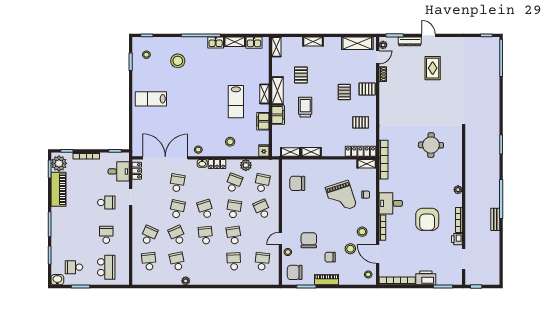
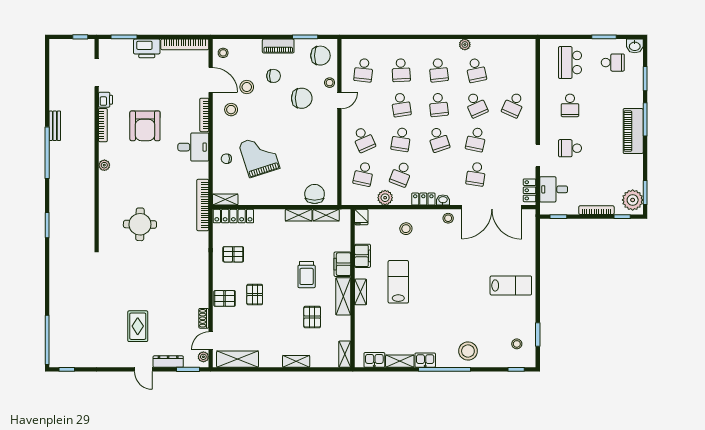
stool: (178, 61) -> (468, 351), moved
chair: (297, 183) -> (315, 194), moved, turned -90
piano: (59, 189) -> (633, 131), moved
armchair: (427, 219) -> (145, 126), turned 180
chair: (309, 240) -> (302, 98), turned -90
school desk: (149, 261) -> (439, 70), moved

